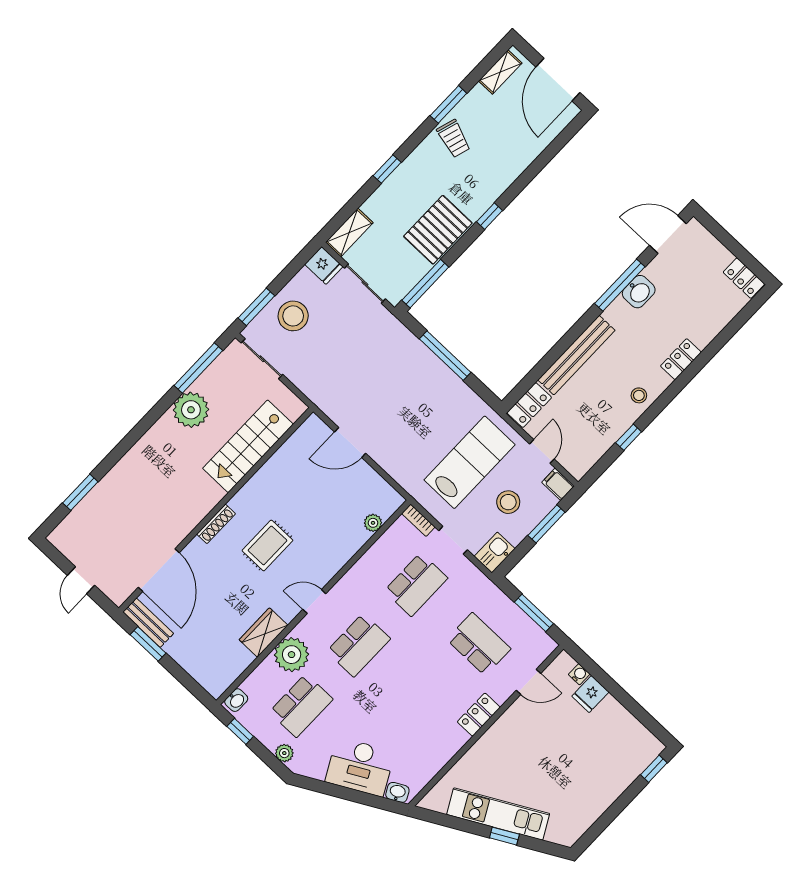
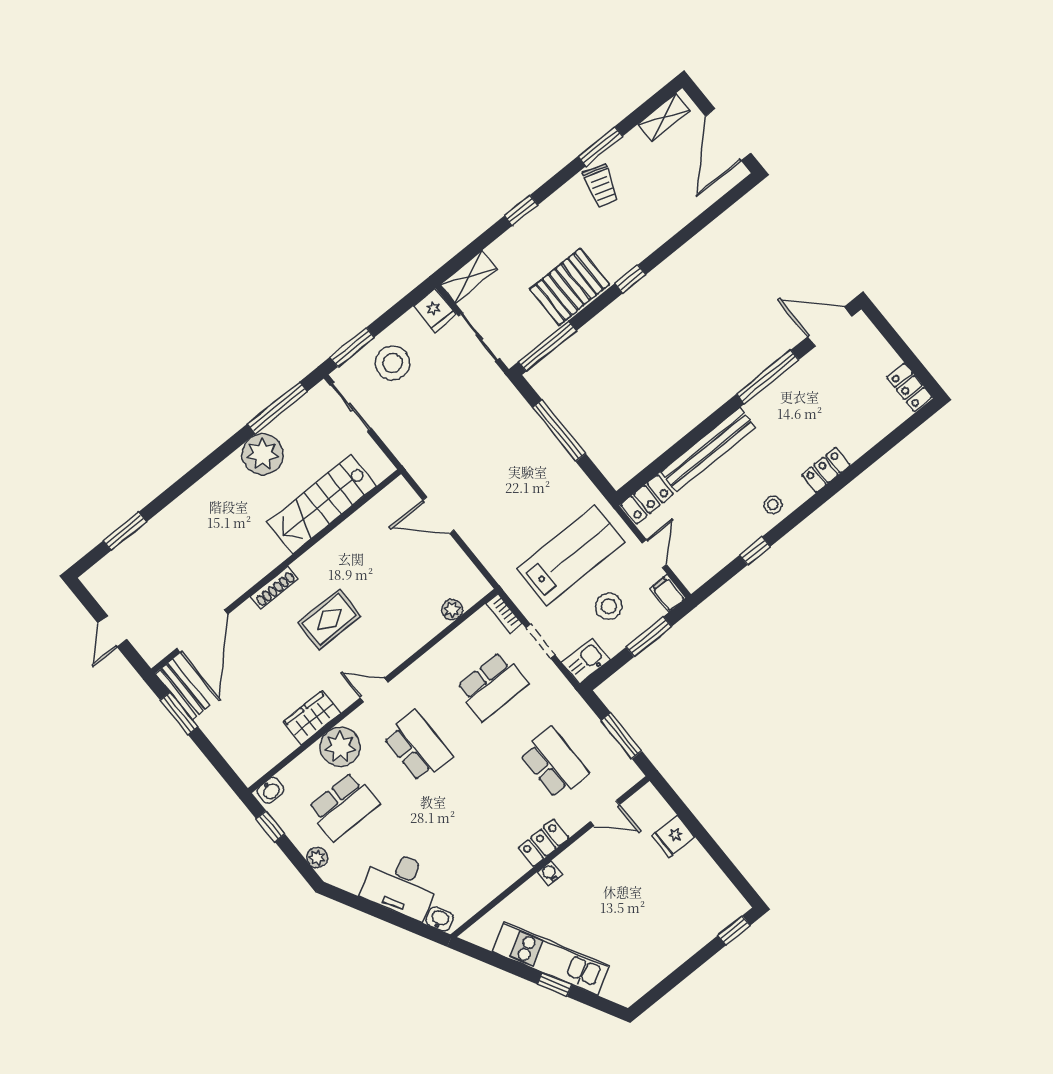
washbasin: (639, 292) -> (788, 387), removed
school desk: (359, 645) -> (418, 746), turned -90
water cooler: (579, 674) -> (550, 873), moved, turned -90

